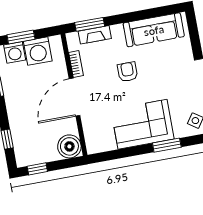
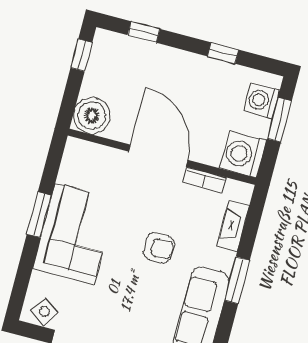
window: (90, 24) -> (237, 280), moved
washing machine: (38, 51) -> (243, 154), moved
window: (167, 145) -> (39, 215), moved

